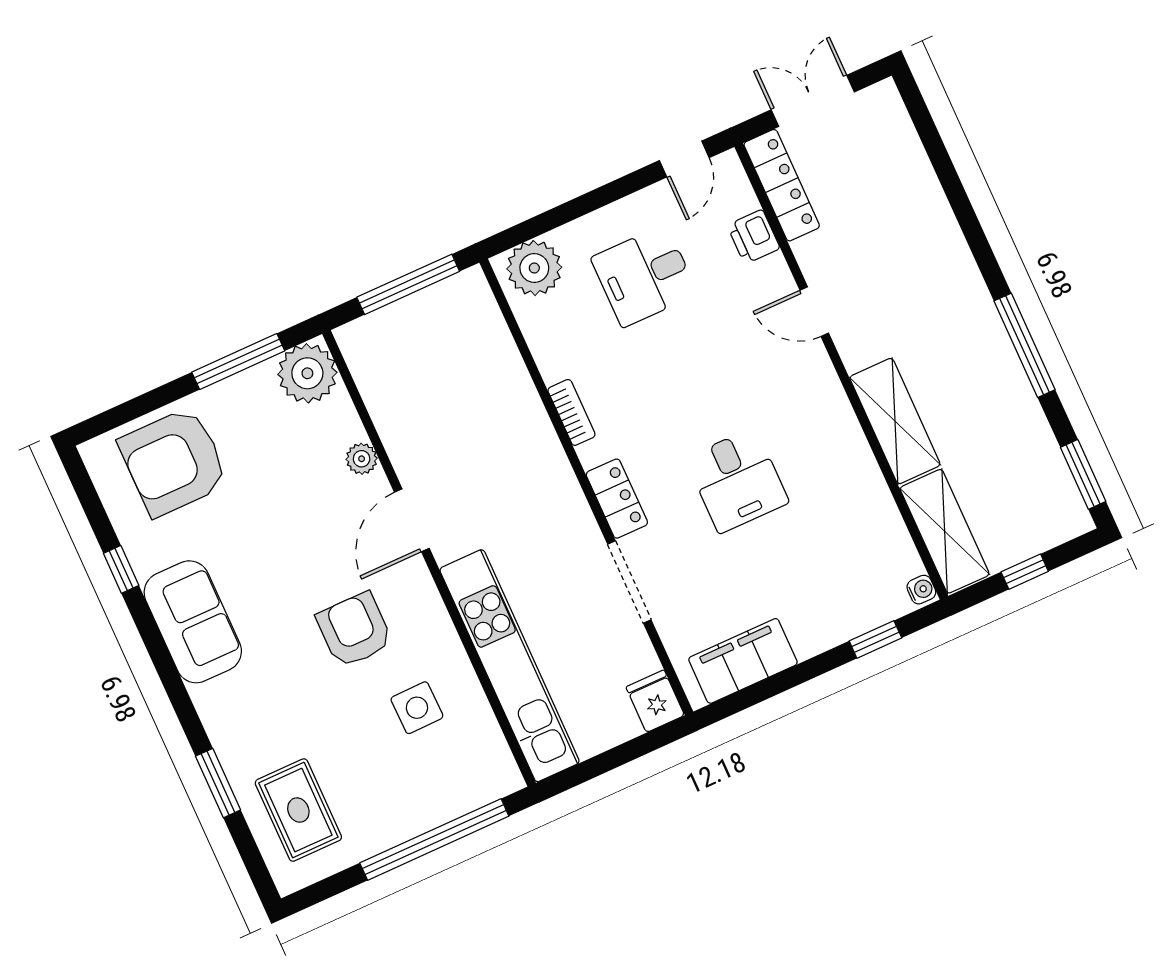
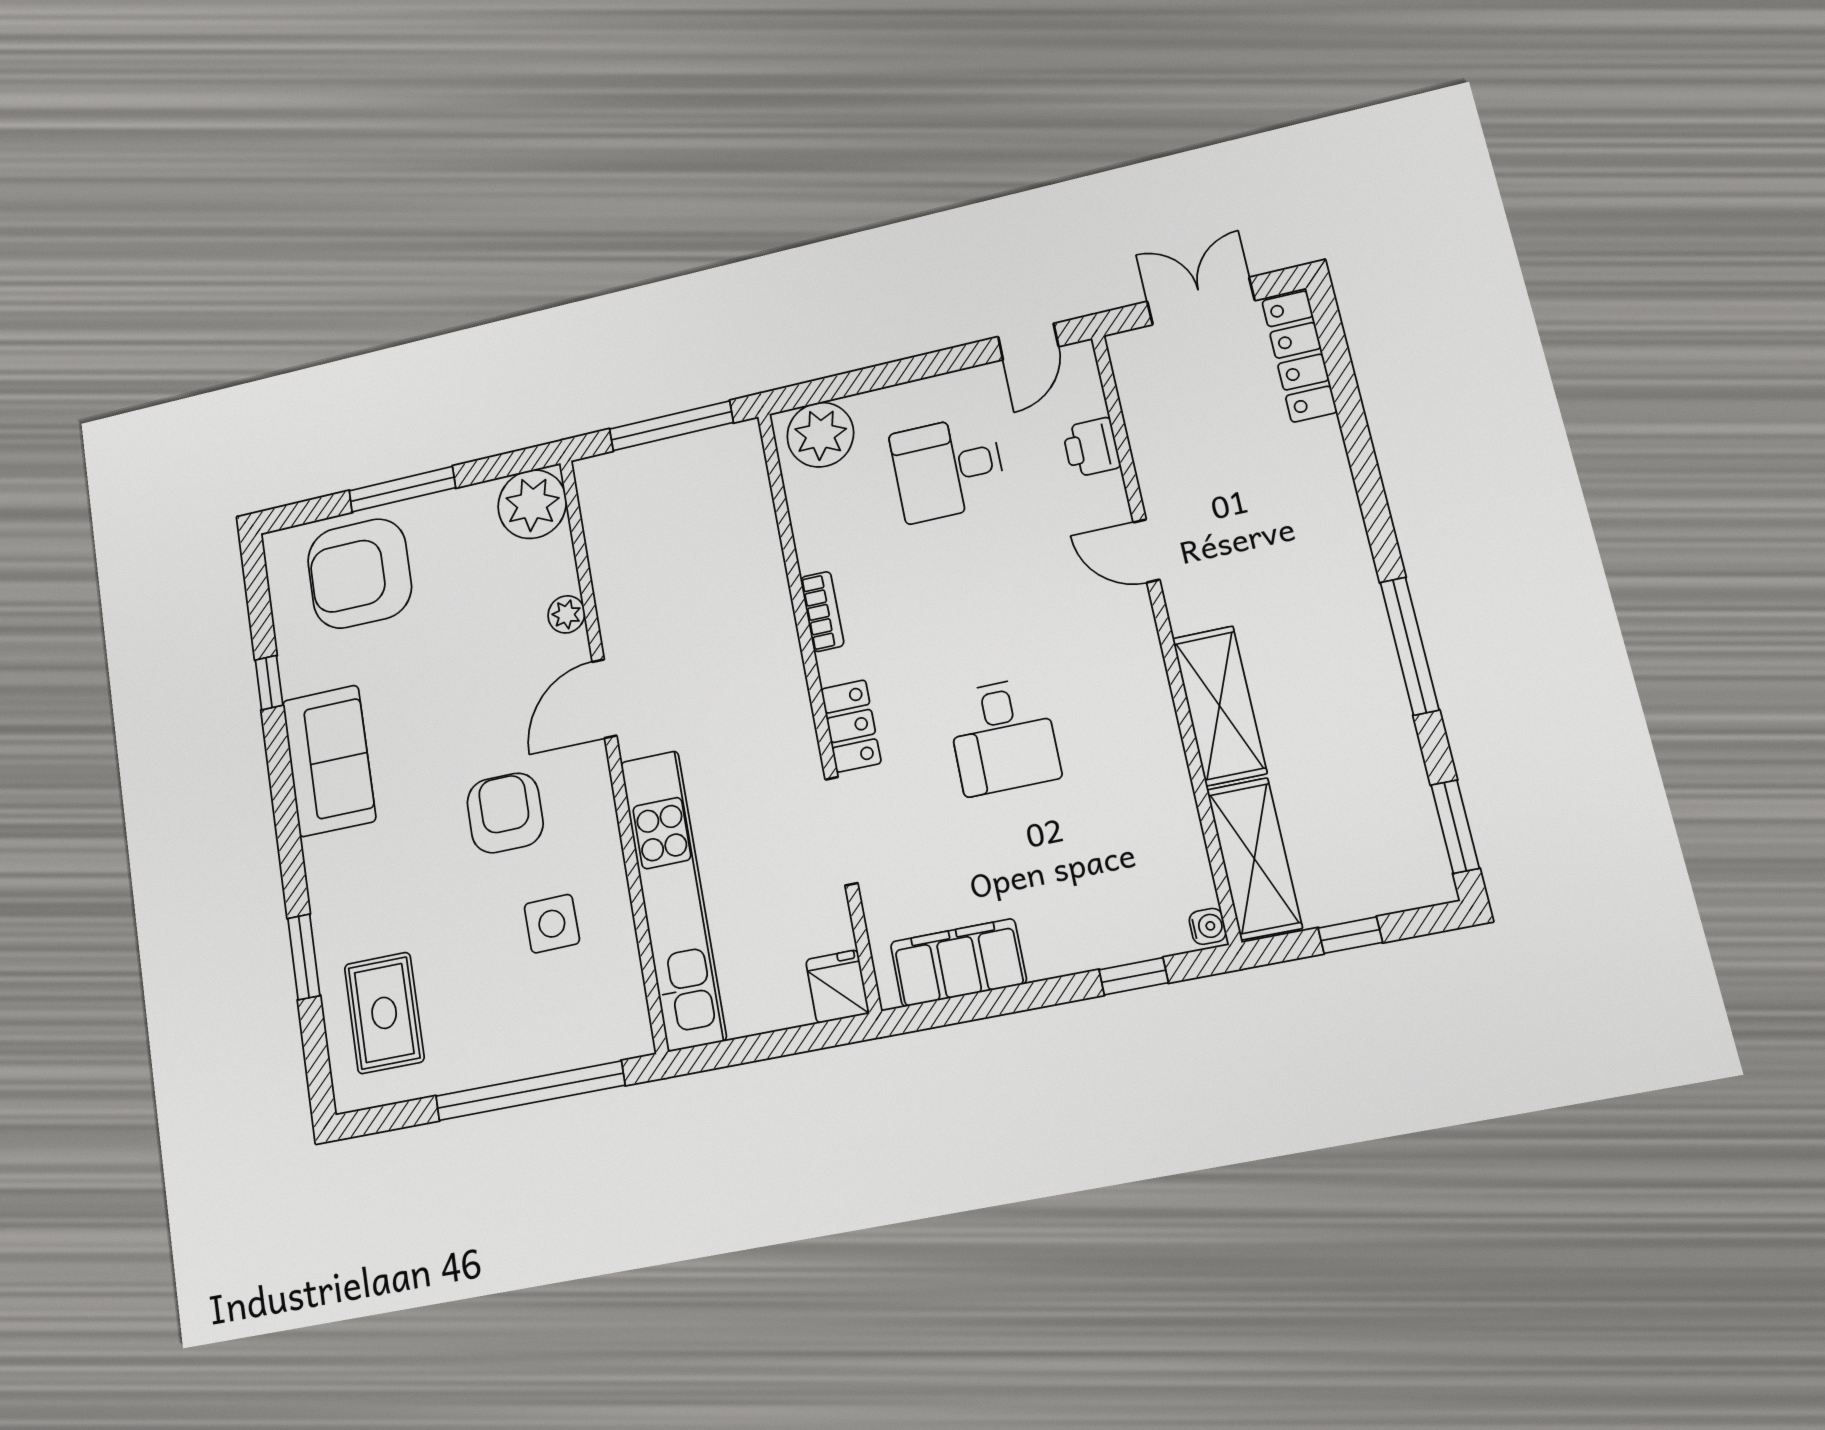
locker: (782, 185) -> (1299, 356), moved, turned 180
window: (238, 361) -> (402, 489), moved

